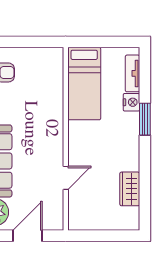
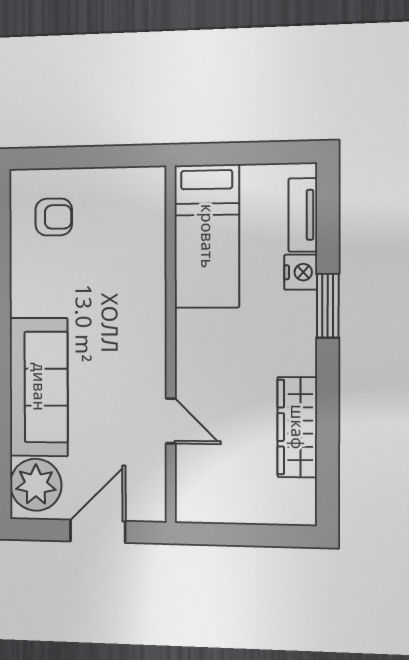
door: (66, 178) -> (171, 421), hinge flipped
wardrobe: (130, 189) -> (297, 427), width x1.50

